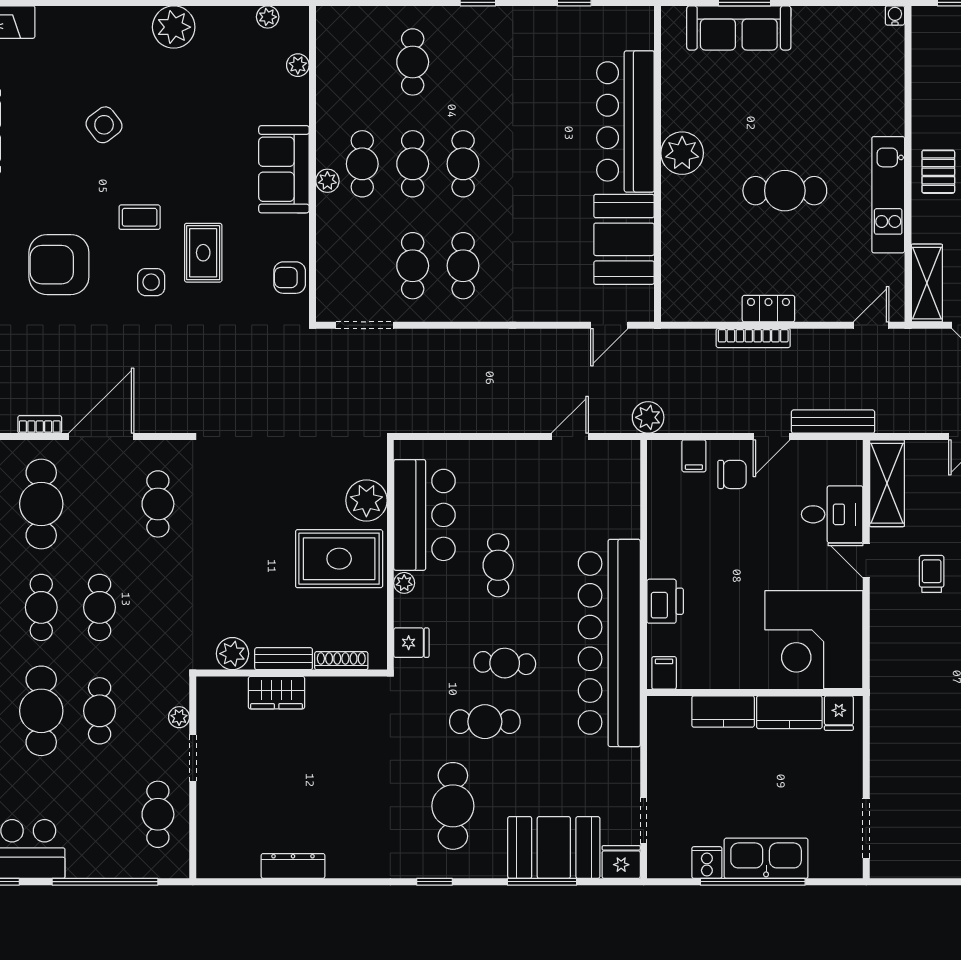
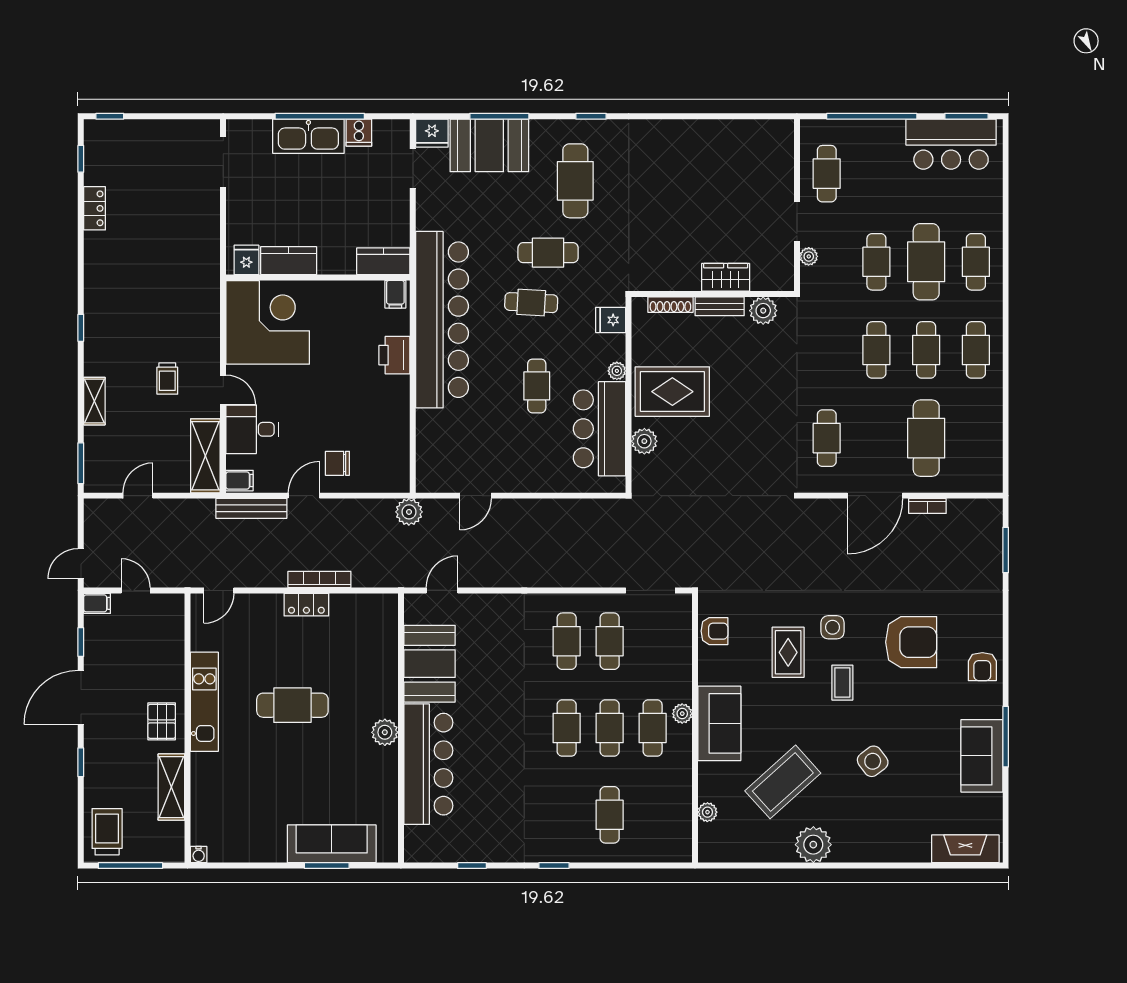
plant: (268, 17) -> (733, 853), removed
coffee table: (209, 101) -> (783, 782), added
plant: (682, 153) -> (385, 732), width x0.73, depth x0.73
coffee table: (140, 217) -> (842, 683), turned 90
shelving: (927, 283) -> (171, 787), moved
filing cabinet: (694, 456) -> (240, 481), moved, turned 90
plant: (366, 500) -> (644, 441), width x0.73, depth x0.73
kitchen counter: (723, 711) -> (383, 261), moved
dresser: (293, 866) -> (712, 130), removed

